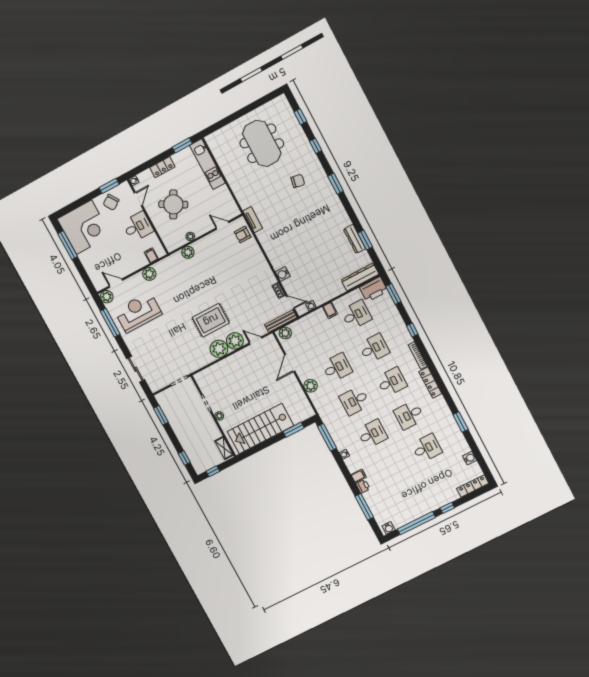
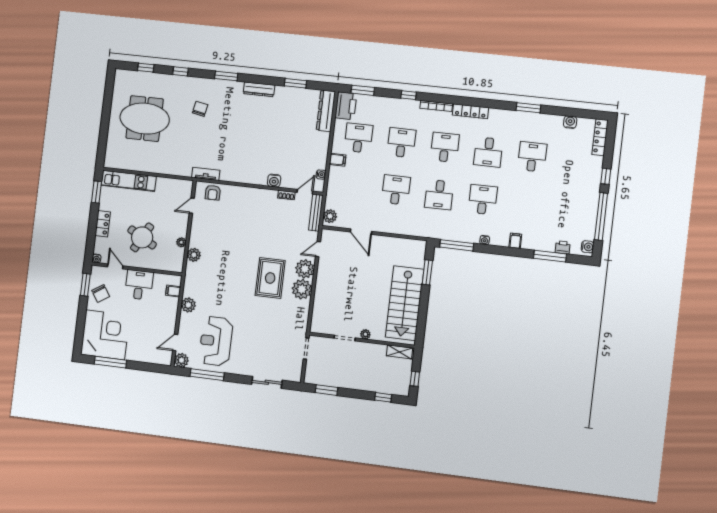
dresser: (354, 239) -> (259, 89), moved
plant: (311, 386) -> (396, 227), removed
printer: (363, 486) -> (563, 247), moved

